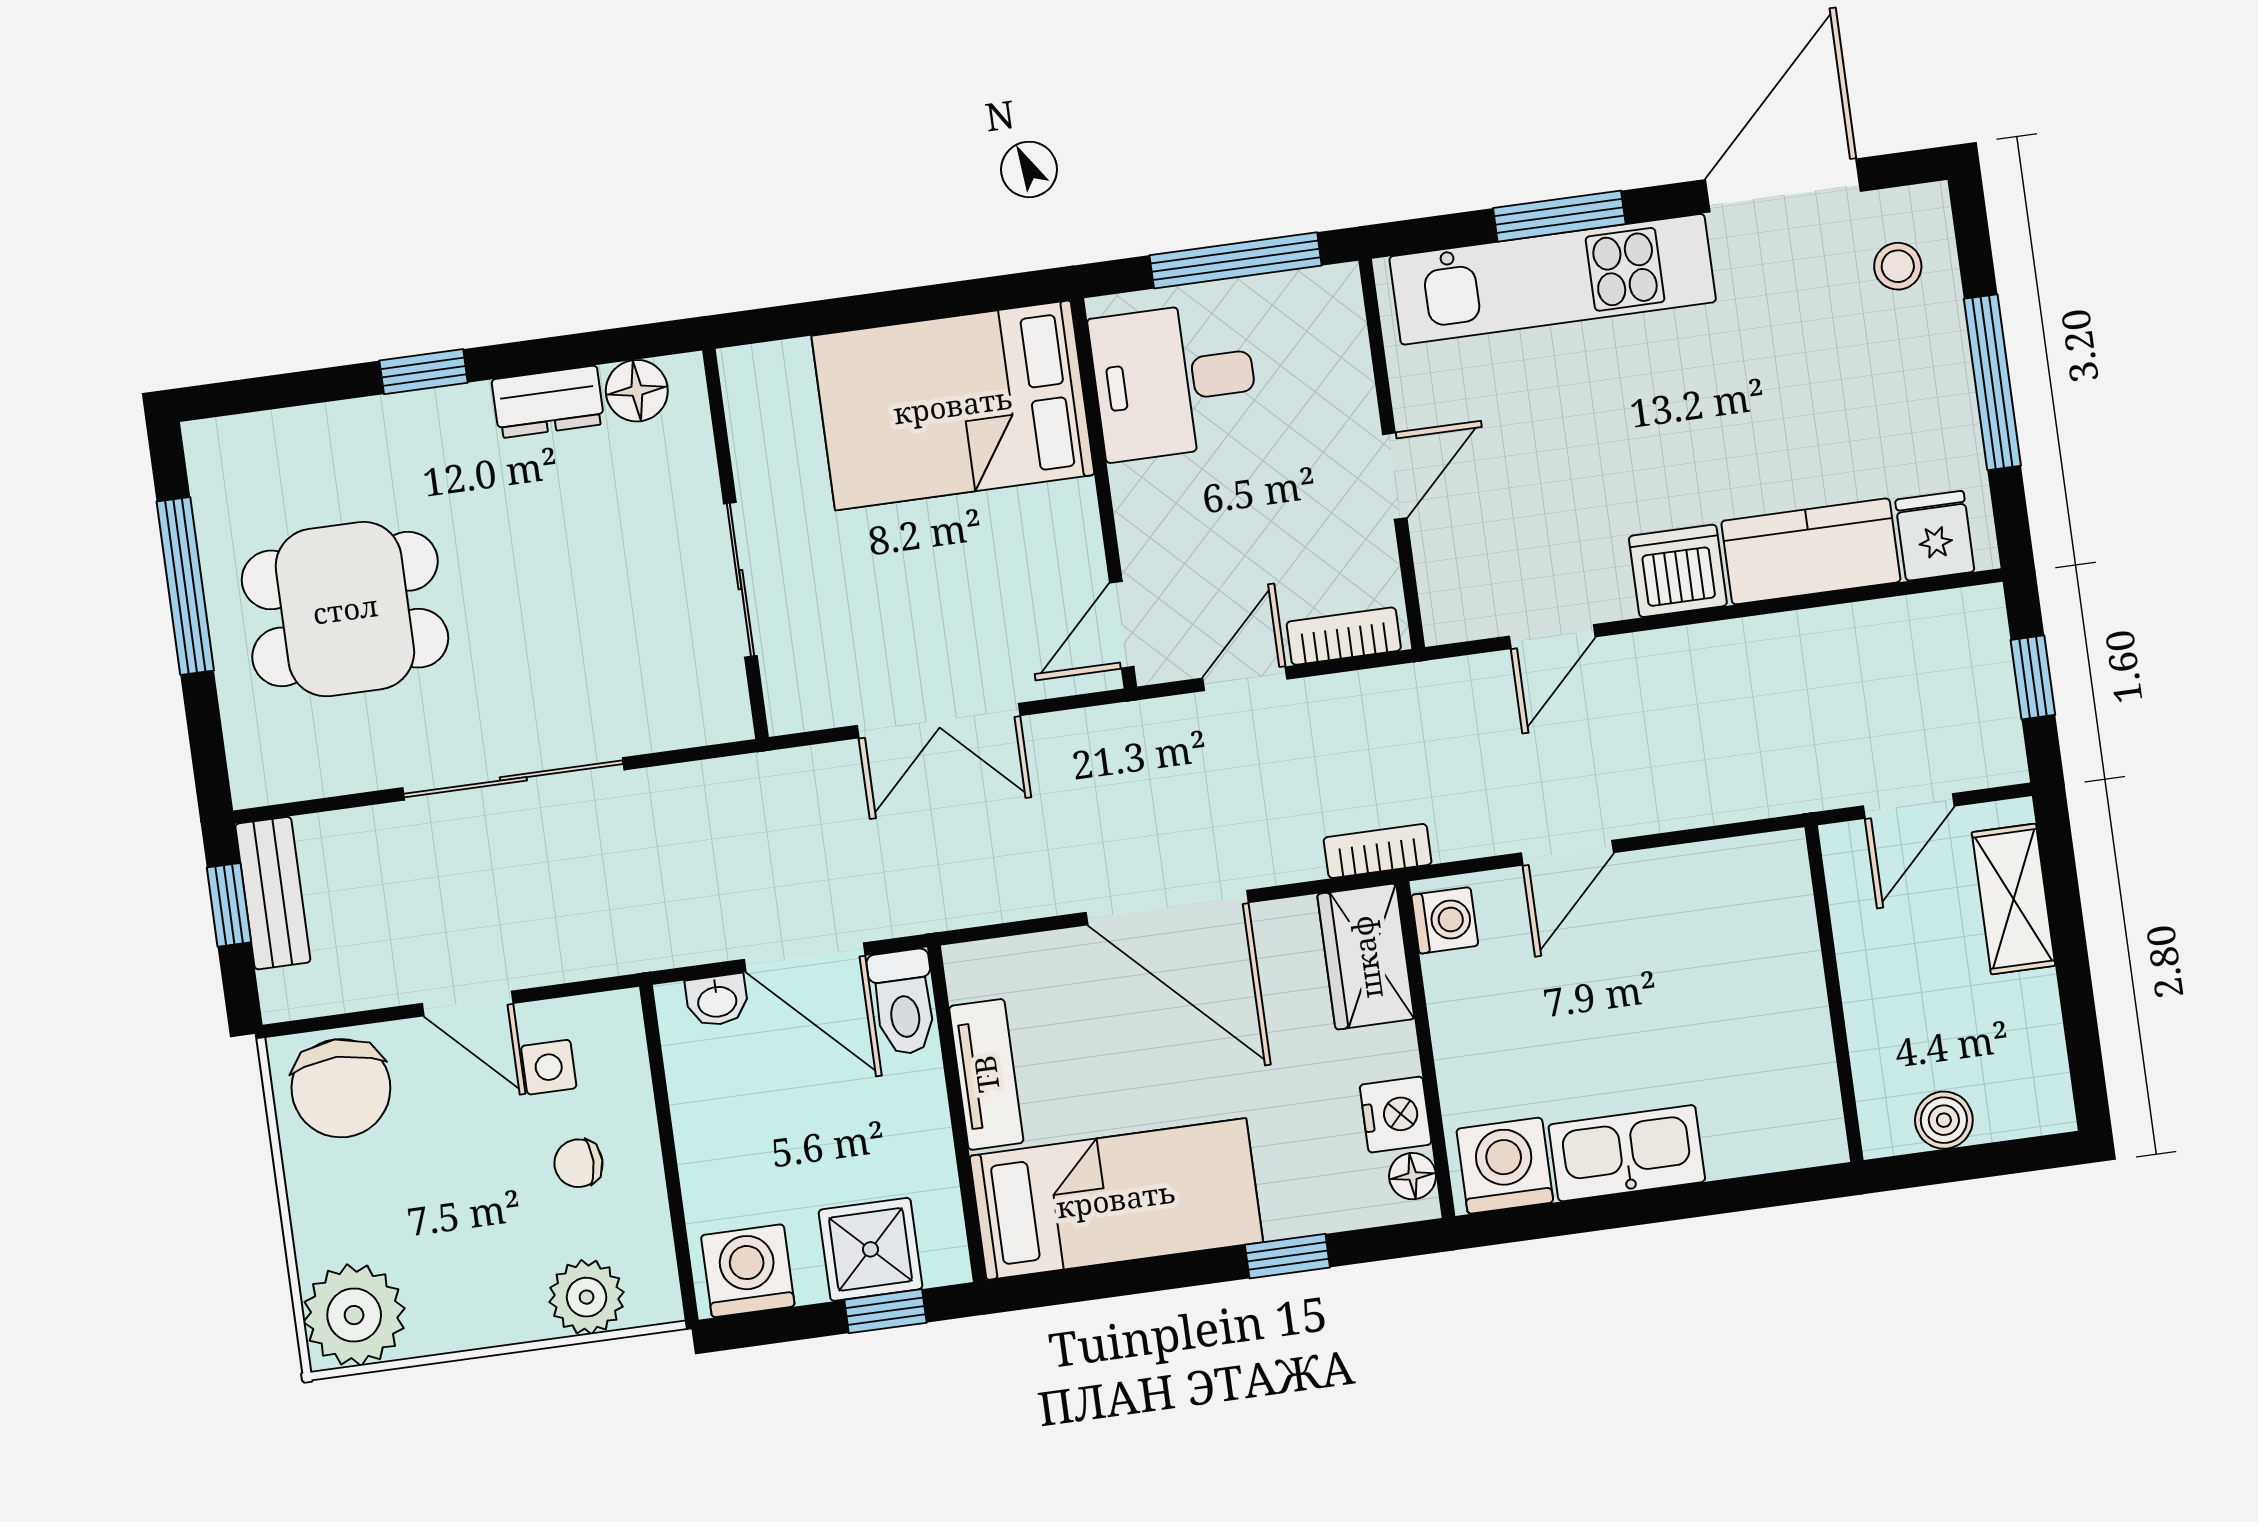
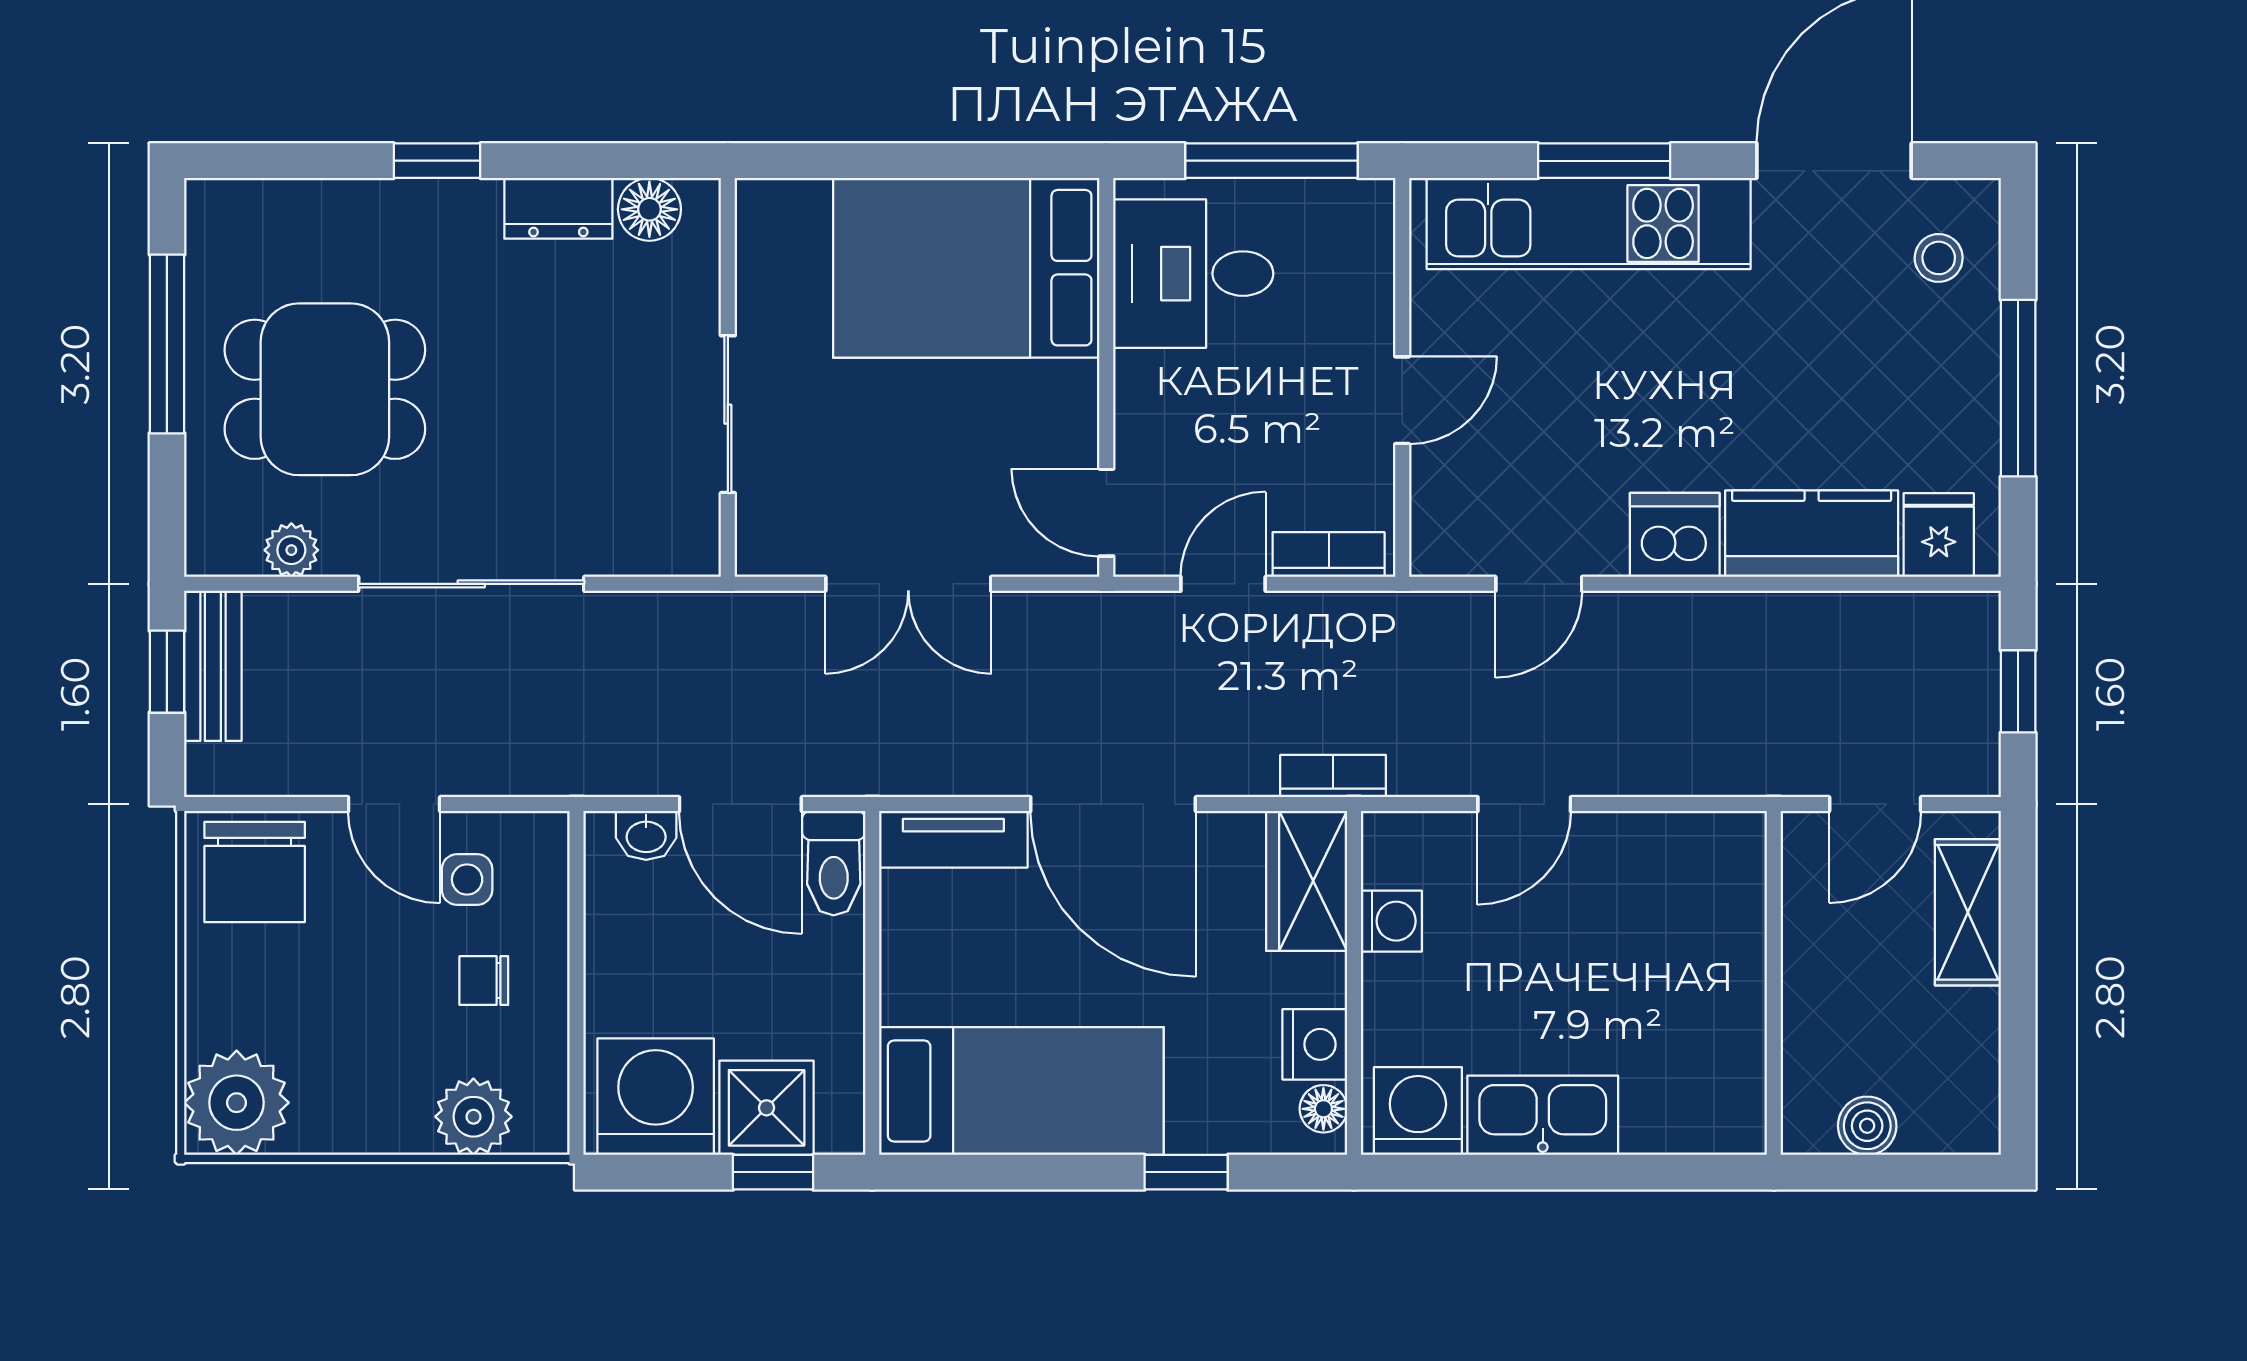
door: (1122, 625) -> (1106, 513), hinge flipped
plant: (334, 770) -> (291, 550), added
washing machine: (1445, 920) -> (1391, 921), moved
tv unit: (986, 1074) -> (953, 839), moved, turned 90
washing machine: (748, 1271) -> (656, 1097), width x1.37, depth x1.37

